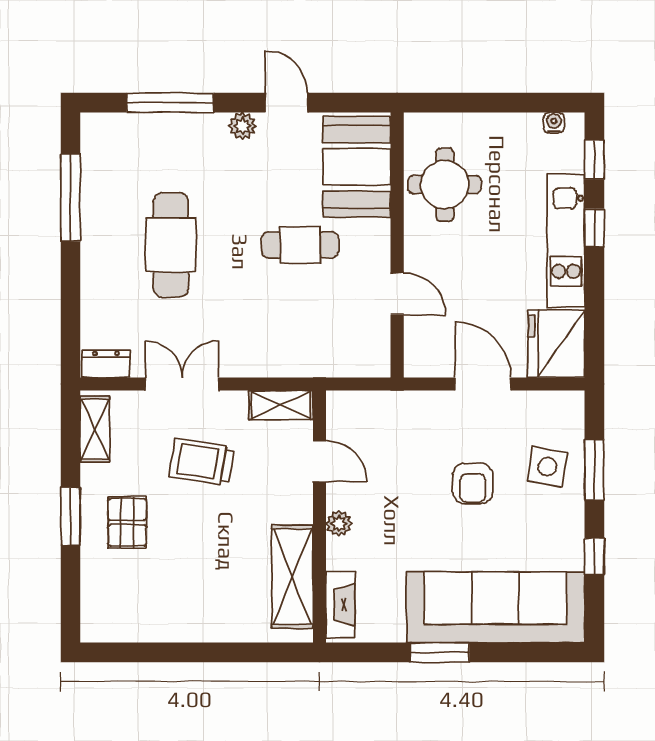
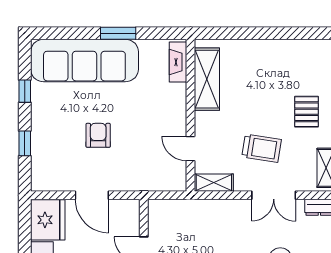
side table: (547, 467) -> (53, 145), removed
window: (594, 470) -> (25, 143), width x0.67
plant: (339, 523) -> (179, 111), removed

